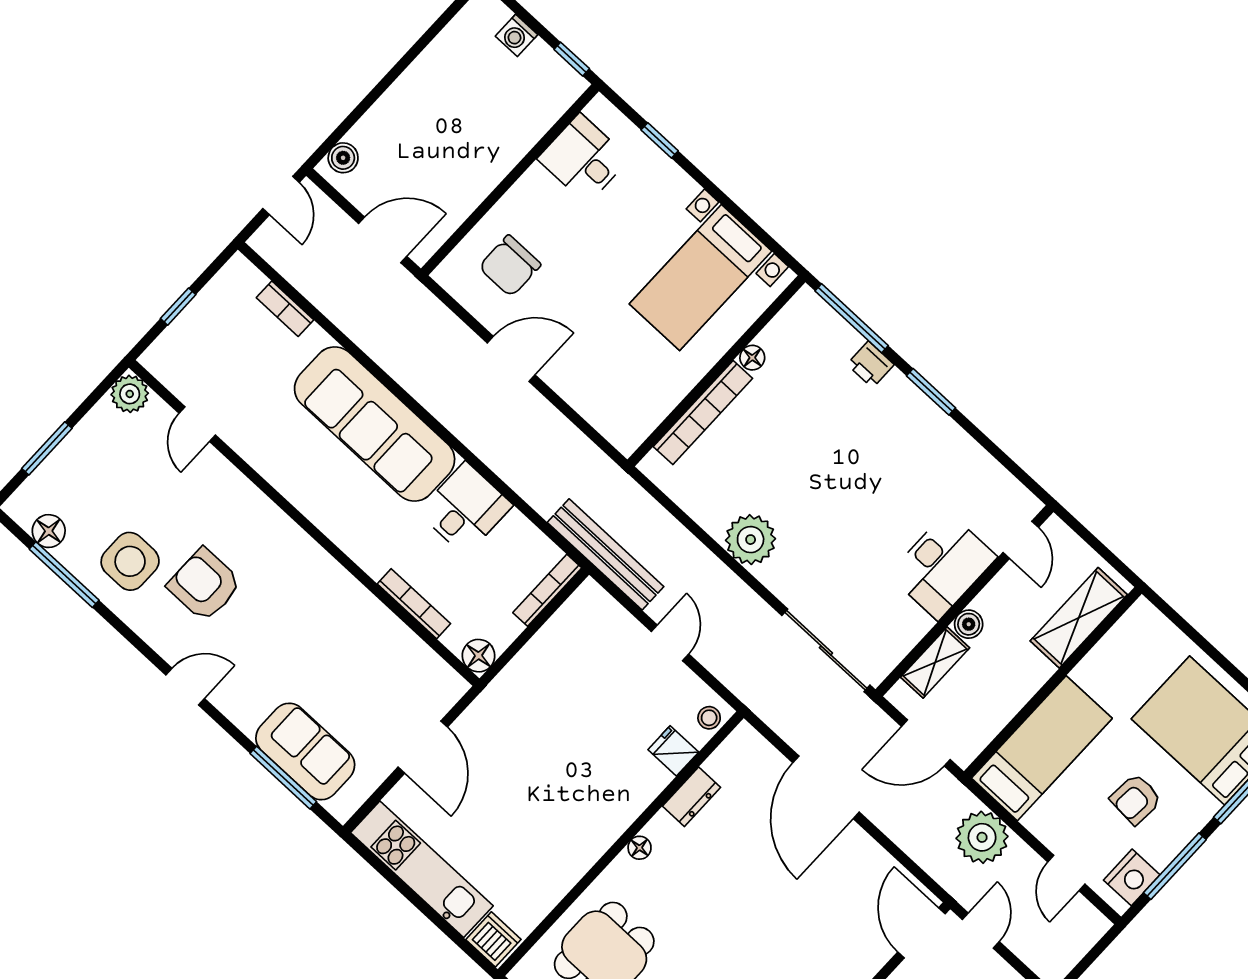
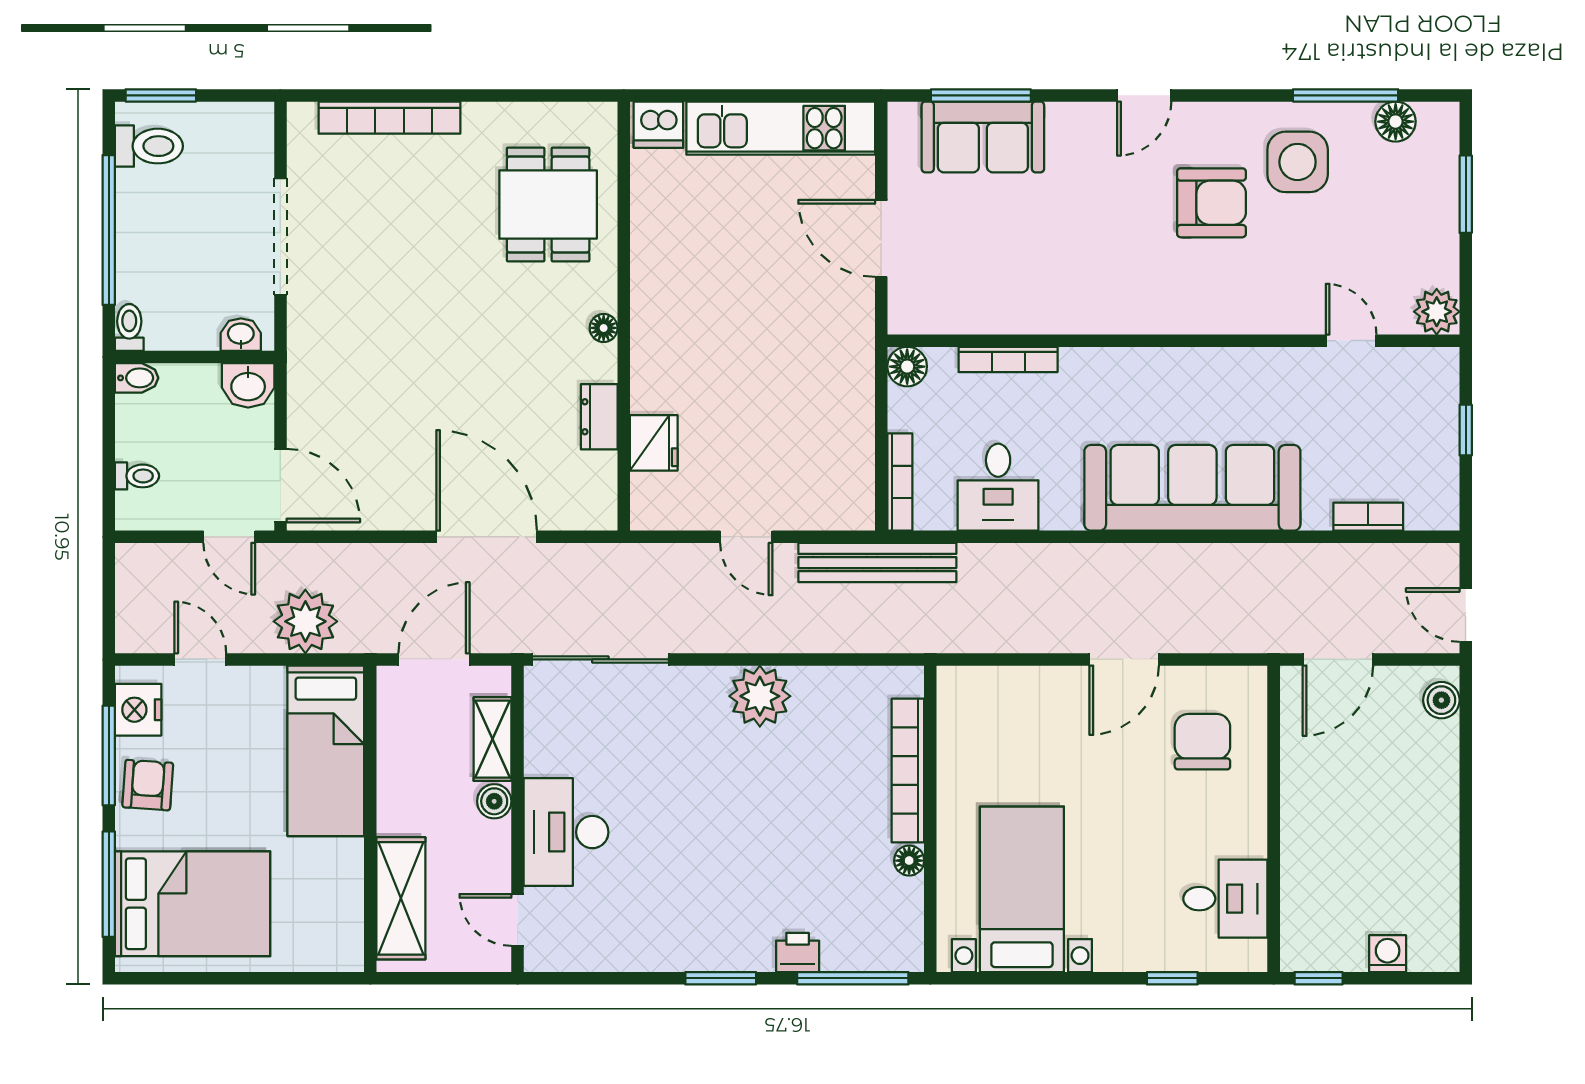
desk: (465, 509) -> (998, 487), moved
stool: (709, 718) -> (649, 502), removed
fridge: (673, 751) -> (654, 443), width x1.38
armchair: (1136, 799) -> (148, 785), moved

